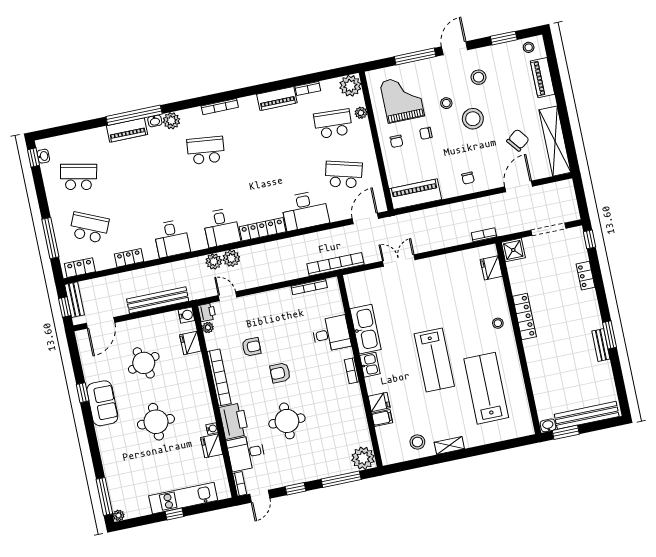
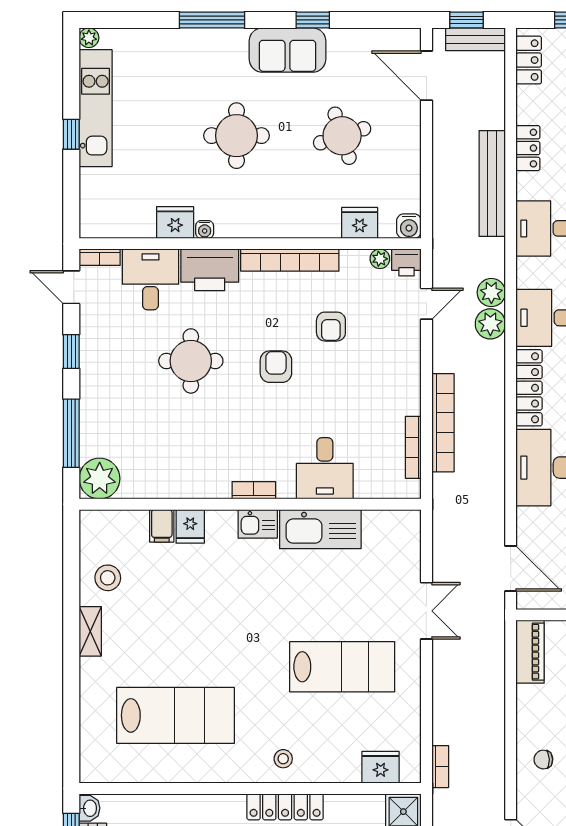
piano: (415, 194) -> (530, 652), width x0.73, depth x0.75
bookcase: (335, 264) -> (443, 423), moved
bench: (158, 300) -> (492, 184), moved
lab bench: (434, 360) -> (342, 667), moved, turned 180
window: (104, 497) -> (212, 20), moved
kitchen unit: (183, 498) -> (96, 108), moved

